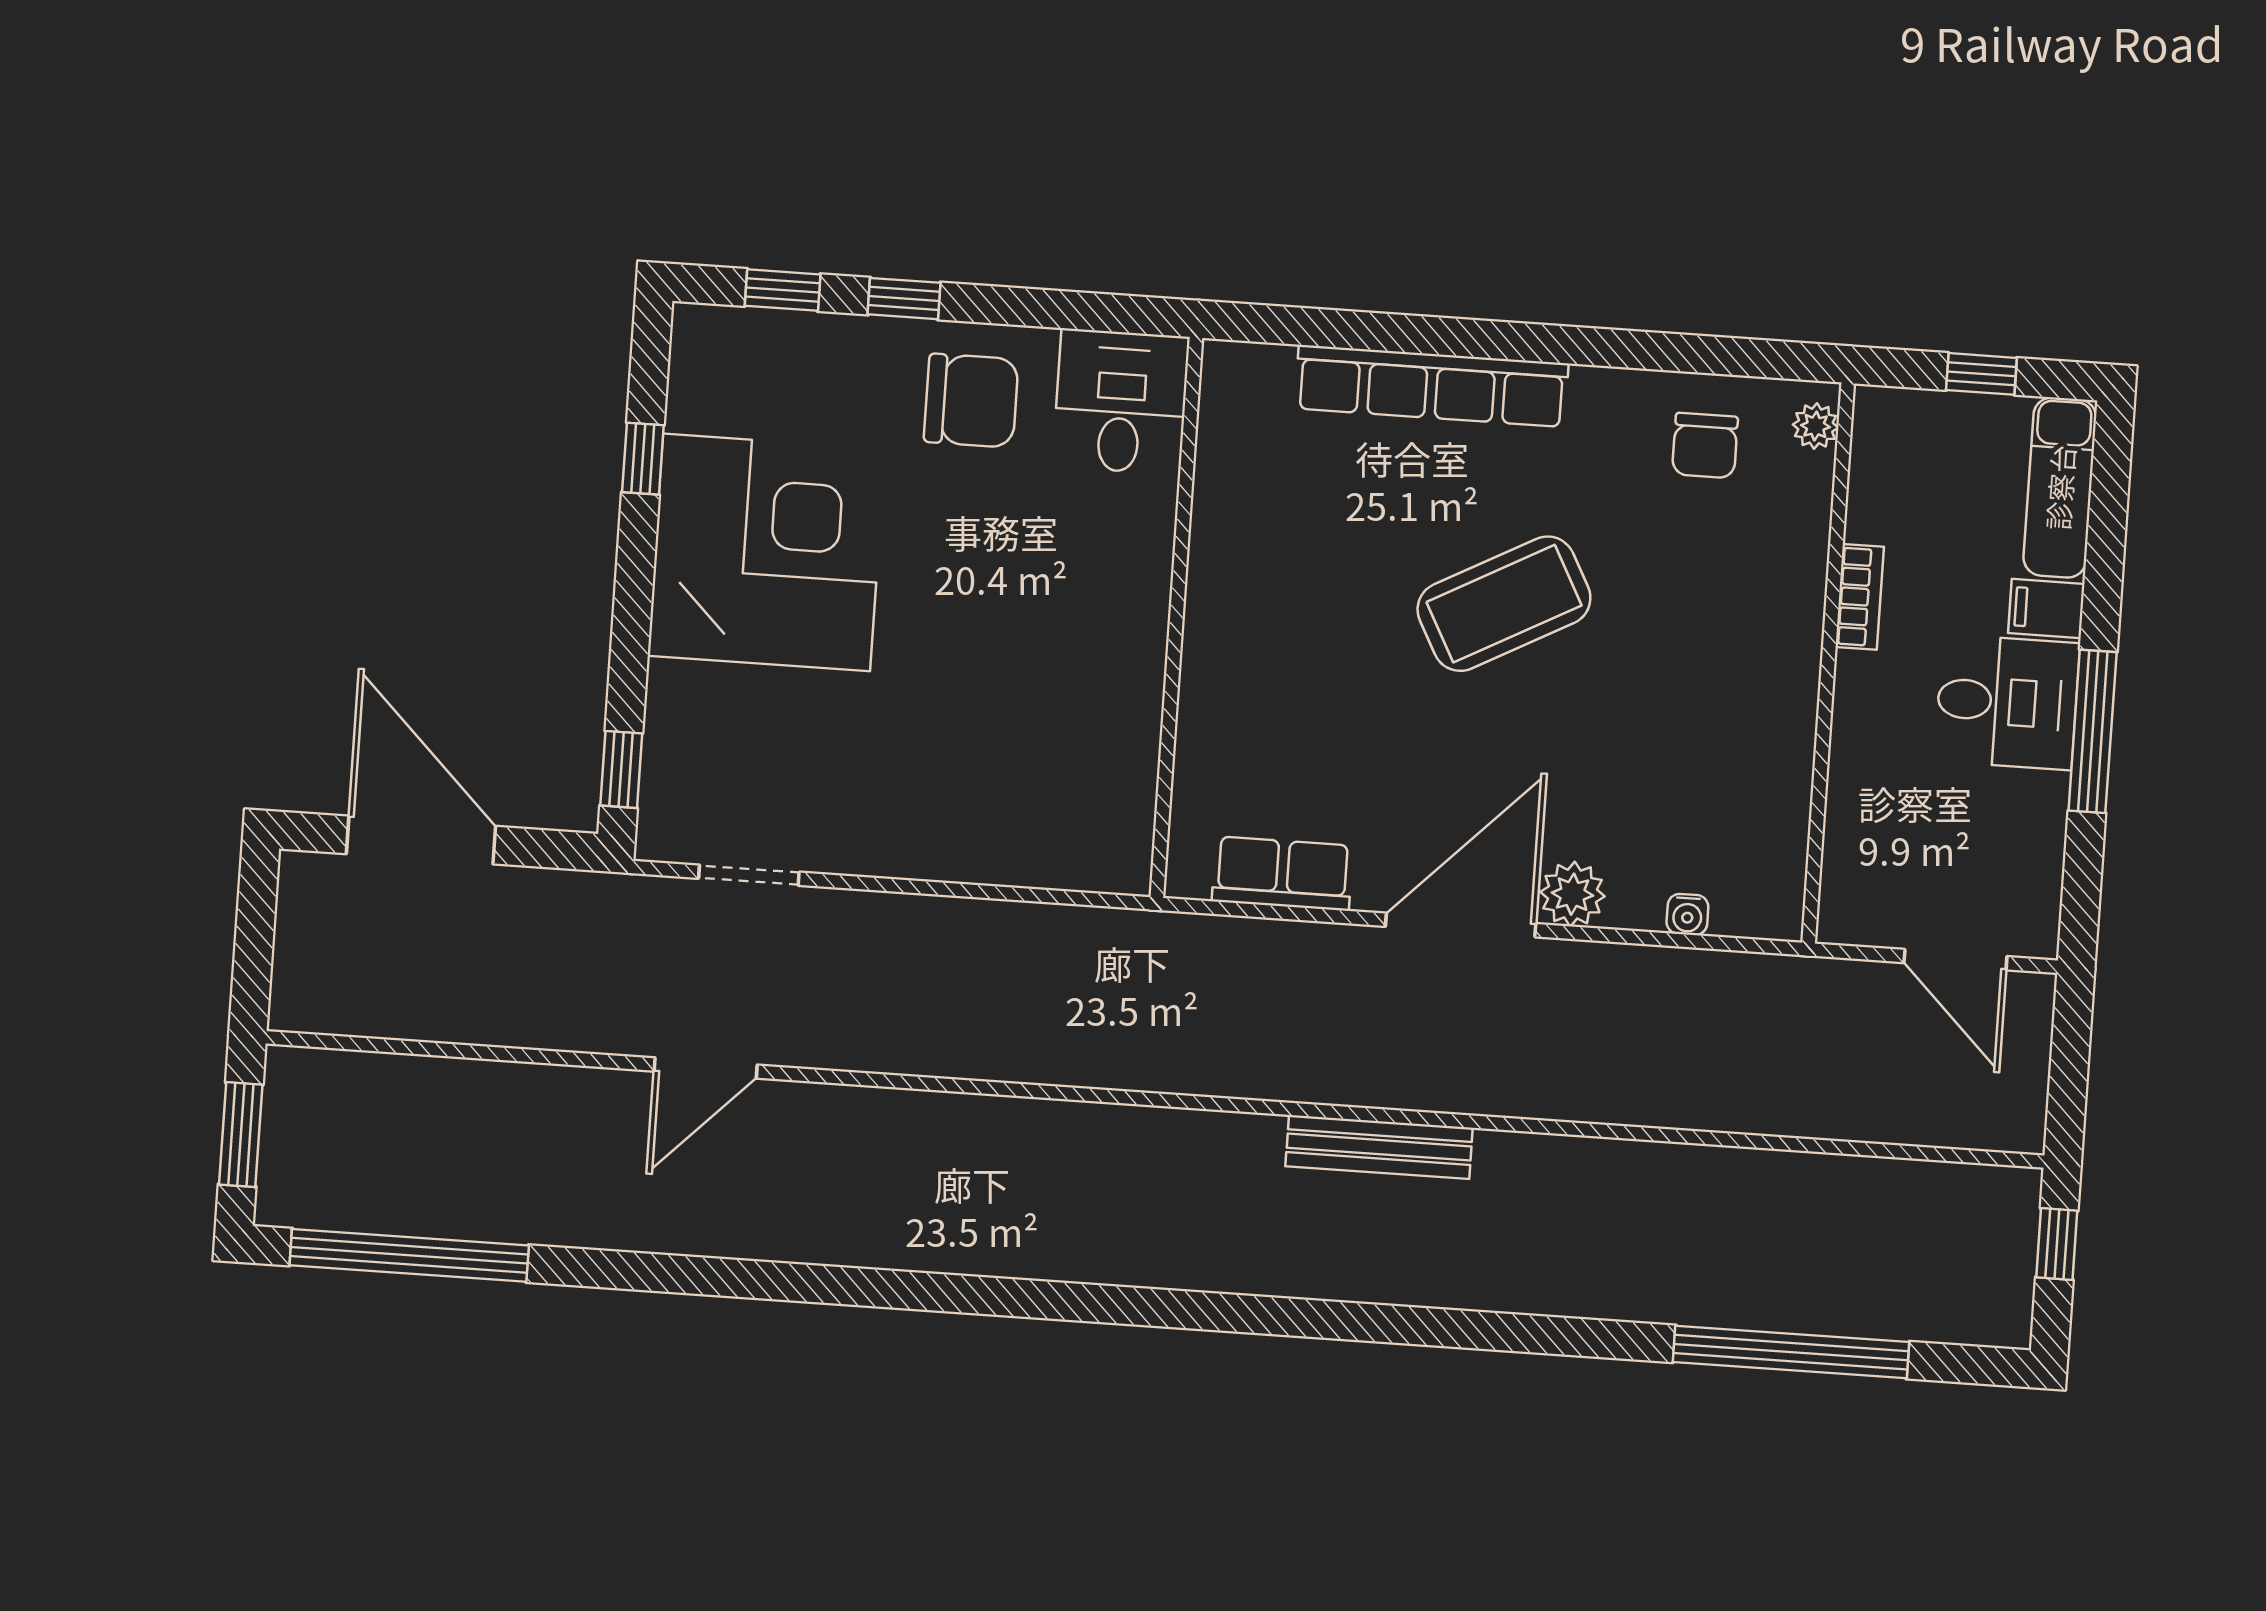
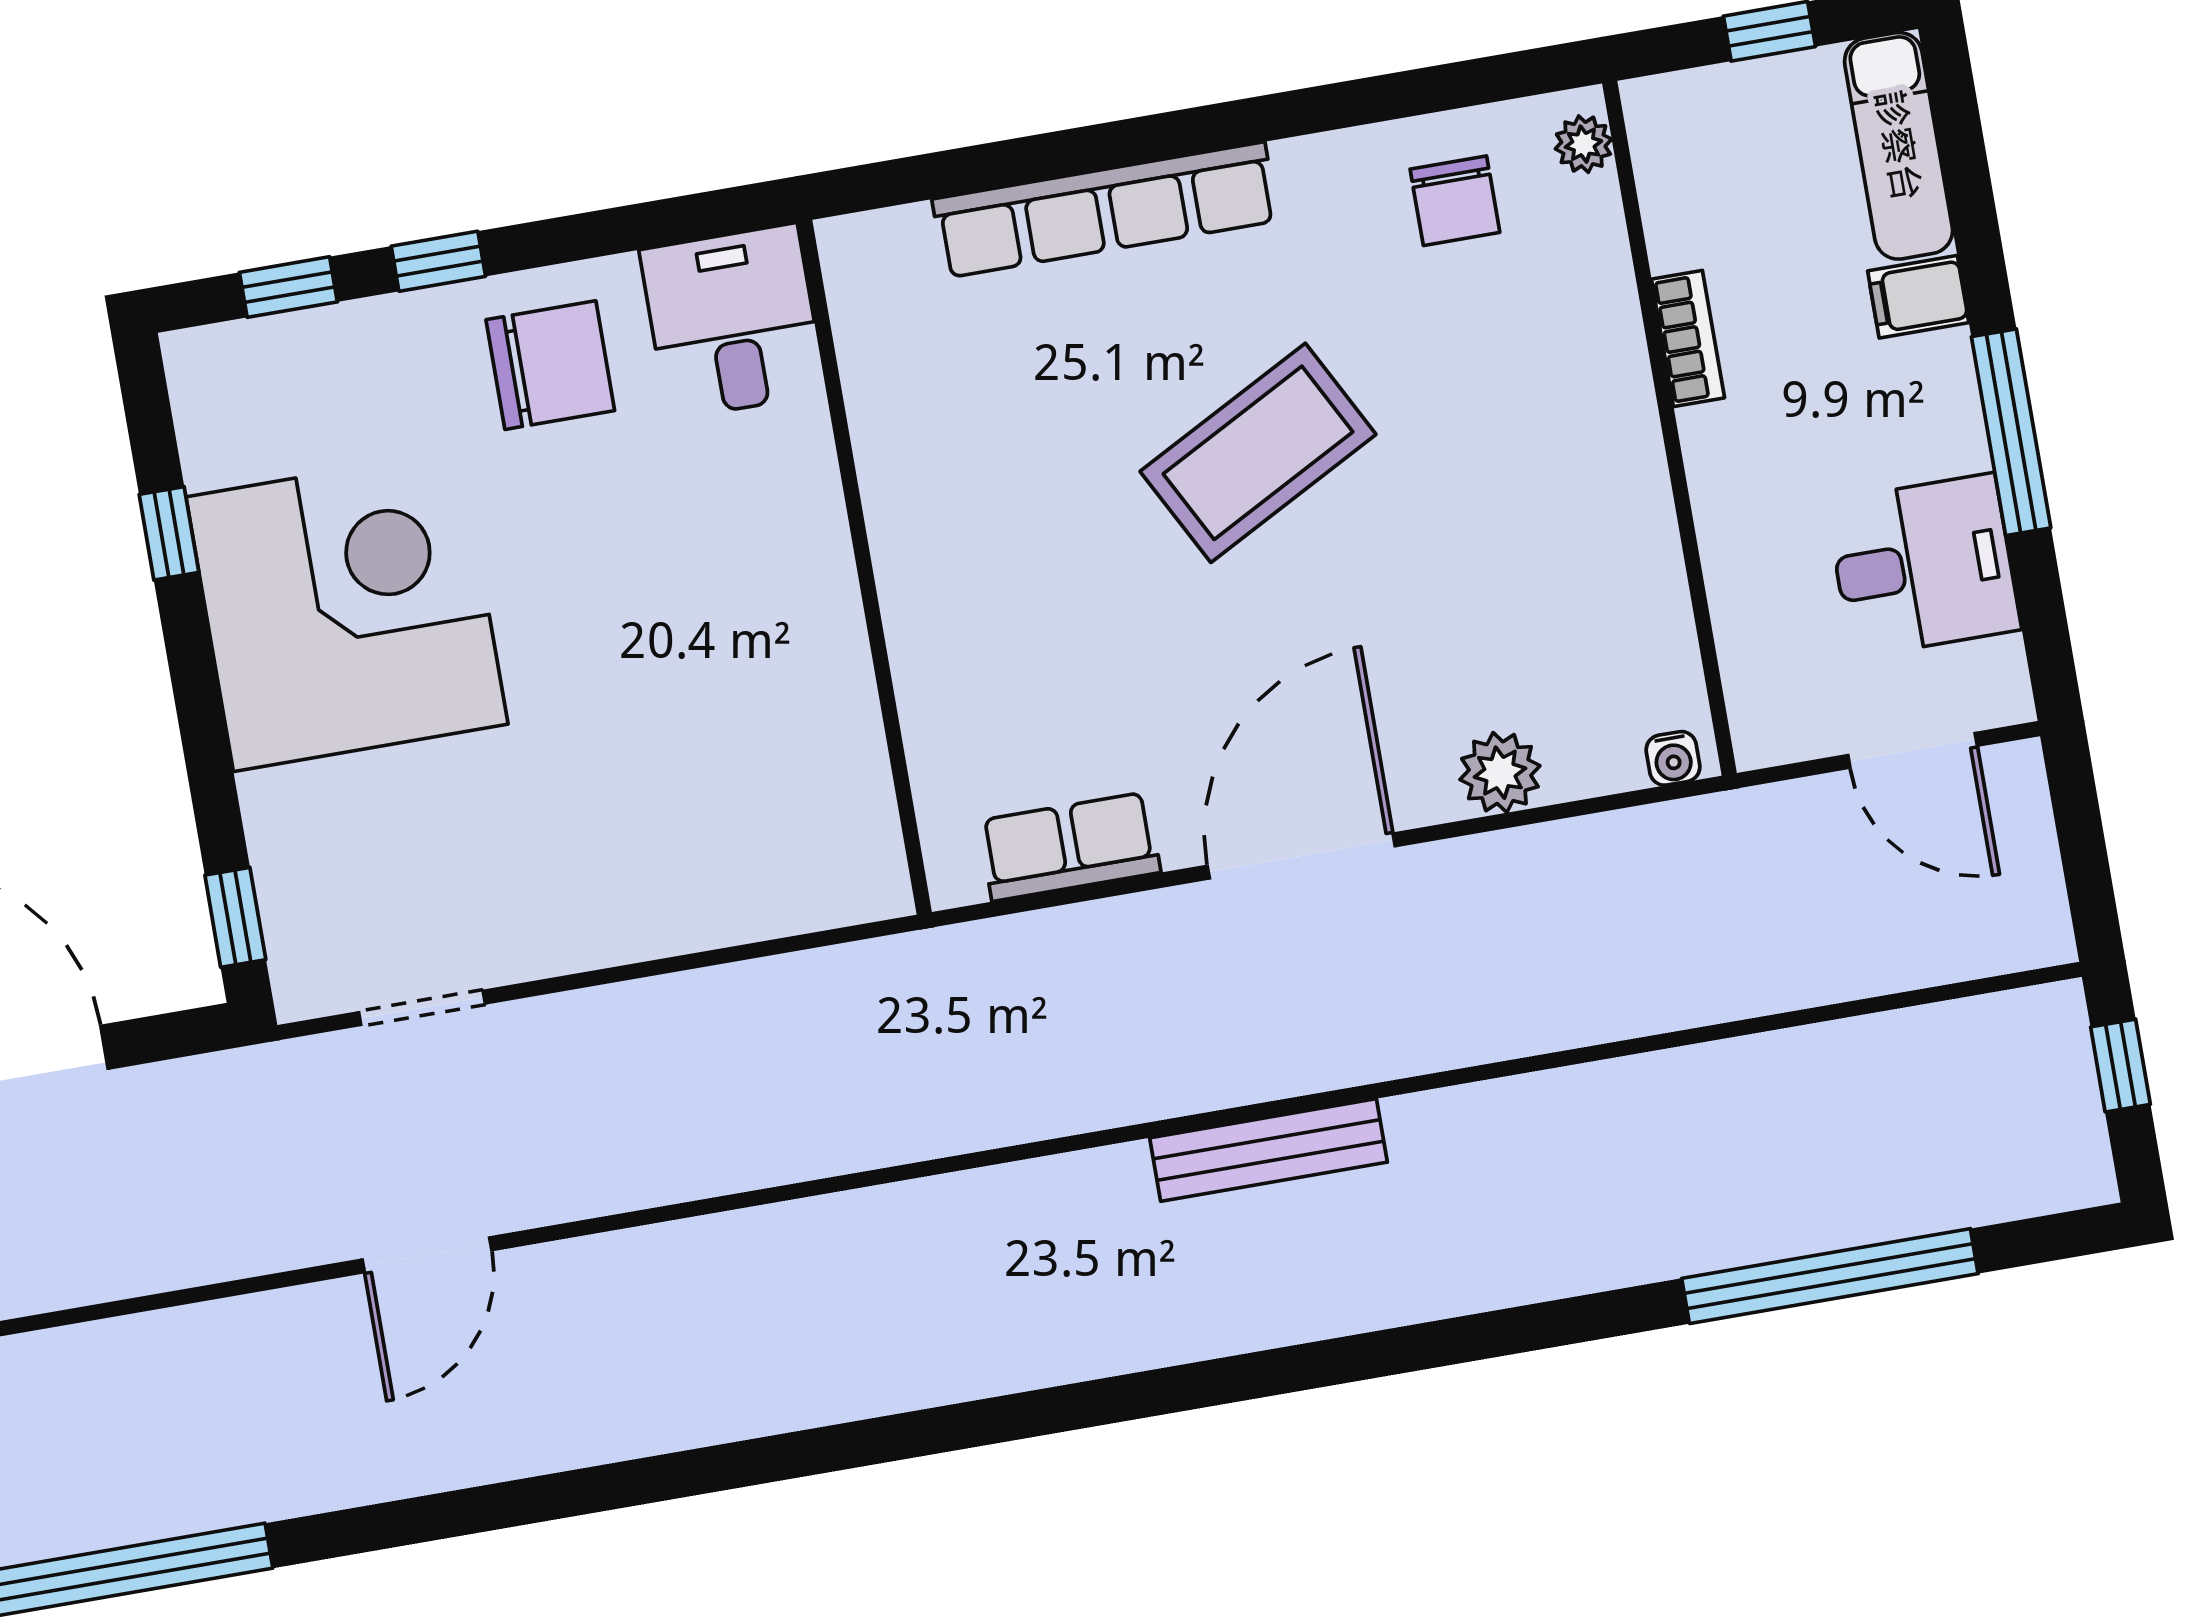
desk: (2007, 702) -> (1923, 566), moved
plant: (1572, 894) -> (1500, 773), moved
water cooler: (1687, 914) -> (1673, 758), moved

